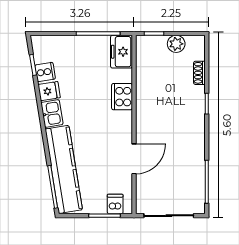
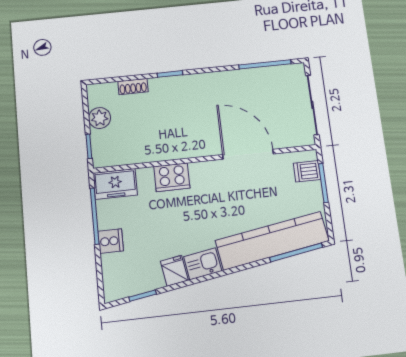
cooker: (45, 72) -> (111, 241), moved, turned 99
door: (134, 159) -> (248, 154), width x1.36

